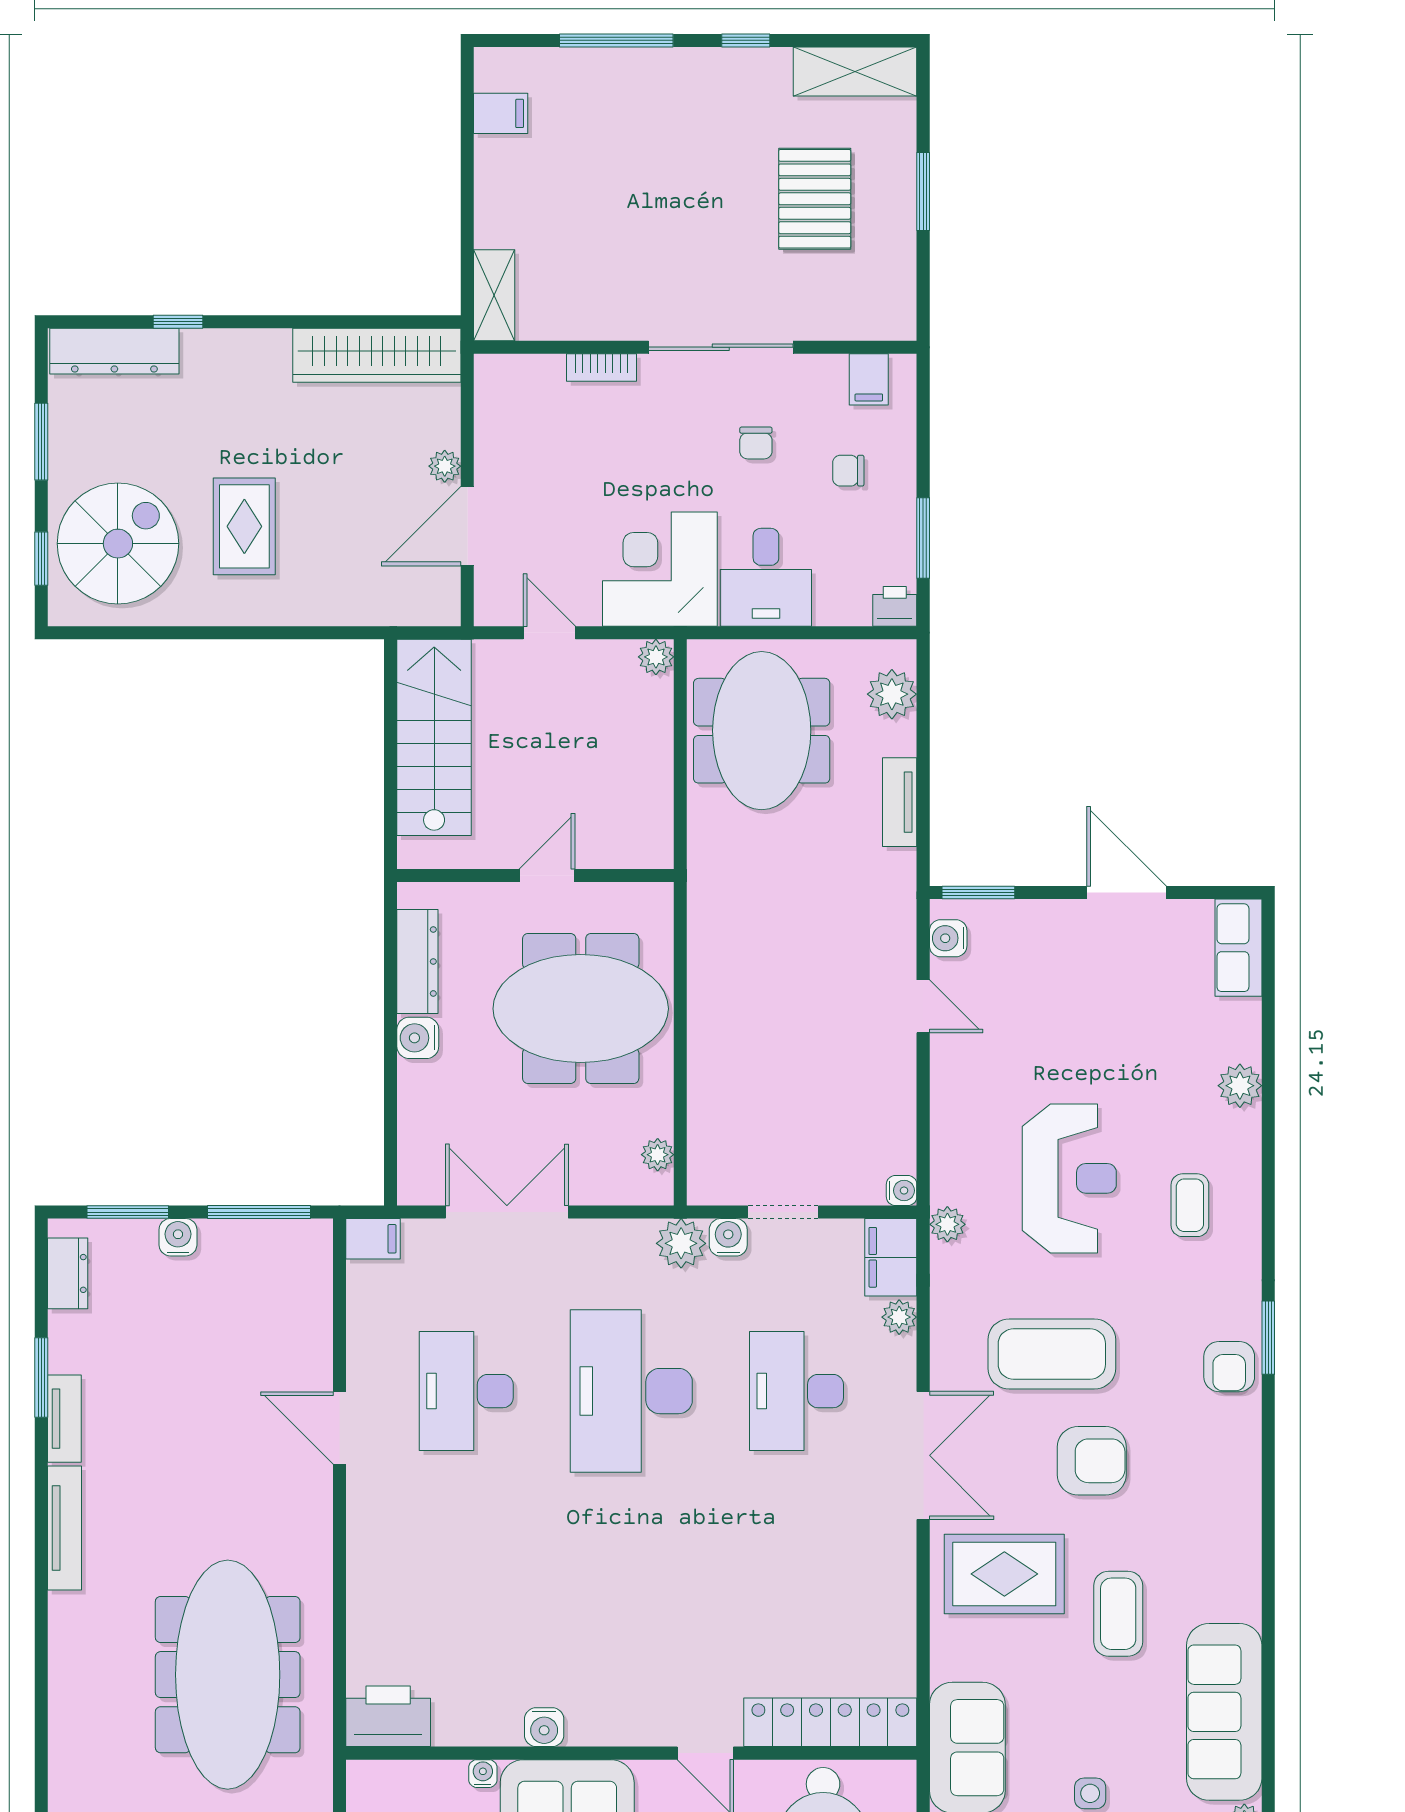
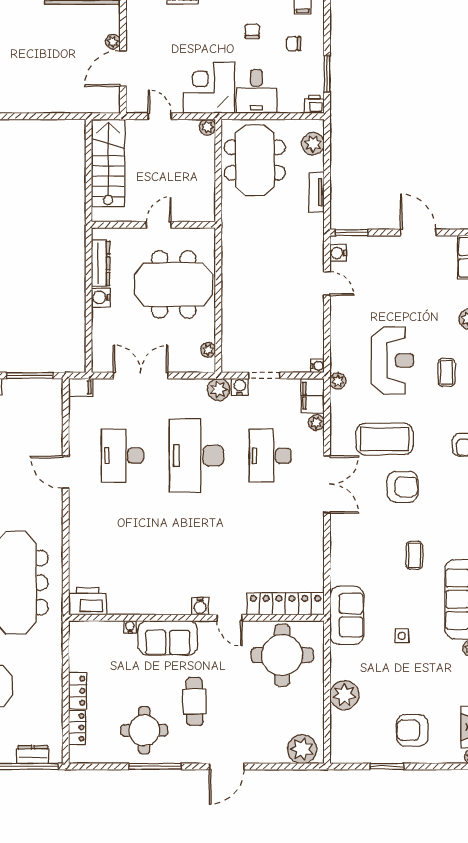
chair: (756, 443) -> (252, 31), turned 180
rug: (244, 526) -> (23, 69), removed
rug: (1004, 1574) -> (363, 537), removed
coffee table: (1118, 1614) -> (414, 555), width x0.73, depth x0.77
water cooler: (544, 1727) -> (200, 606), moved

